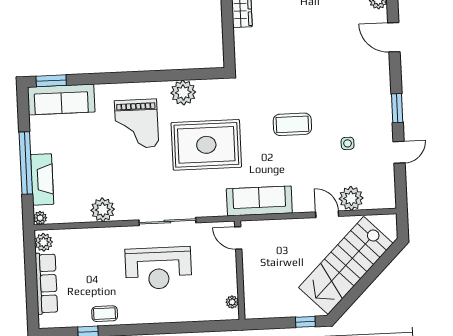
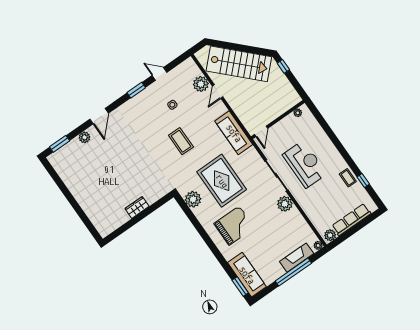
plant: (183, 93) -> (193, 199), moved
plant: (103, 210) -> (285, 204), moved

